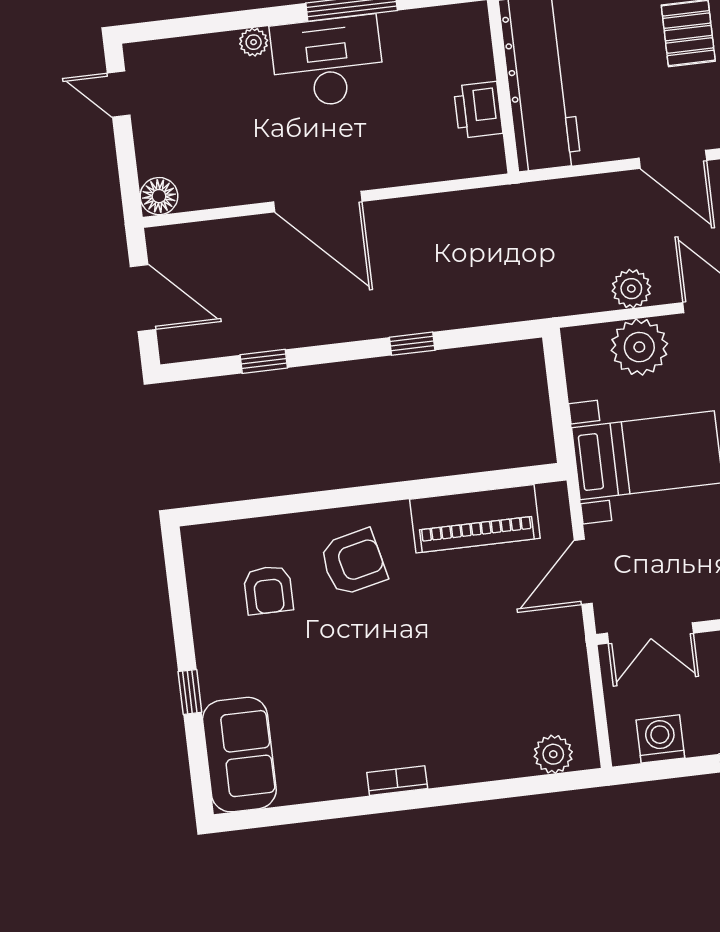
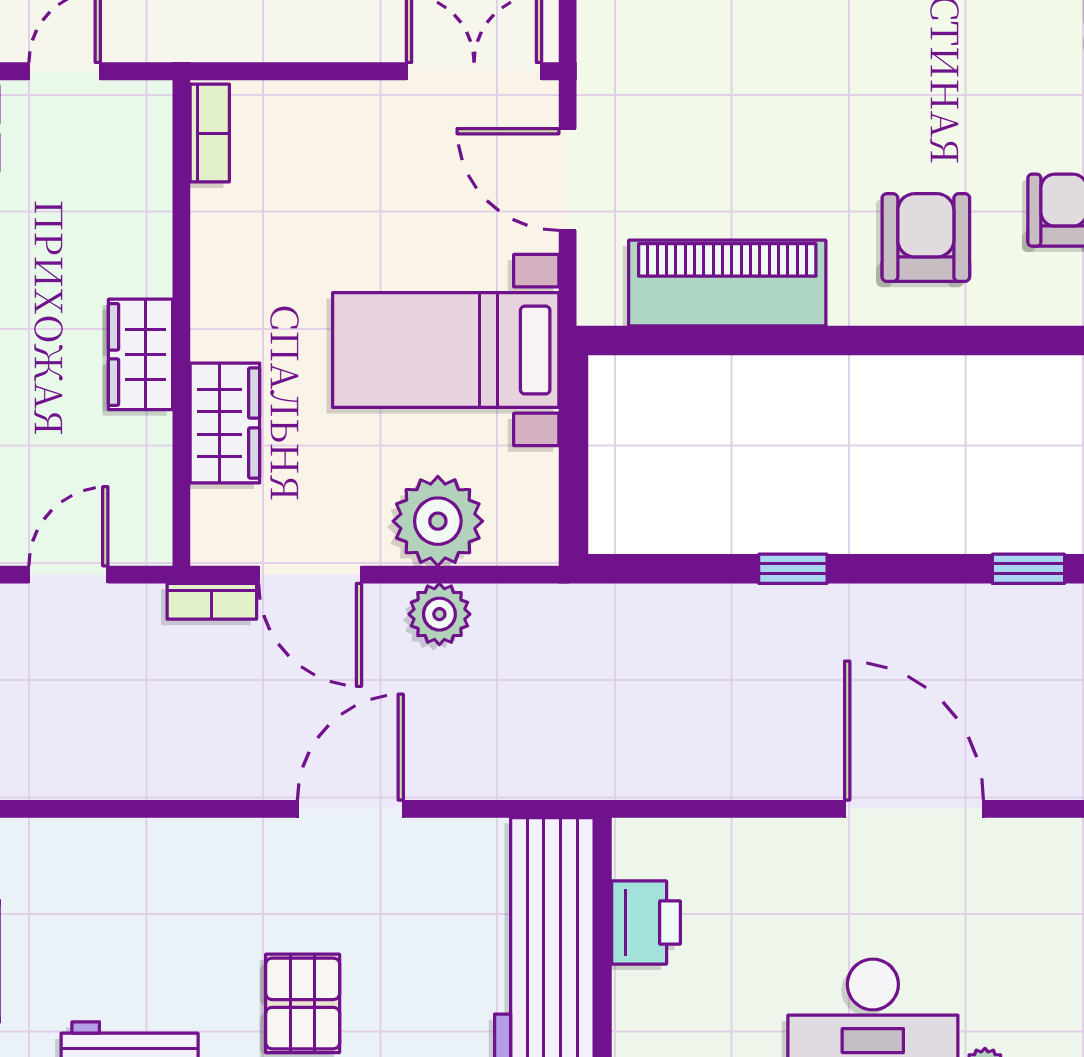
door: (673, 159) -> (350, 809), hinge flipped
armchair: (353, 562) -> (926, 238), turned 103
door: (583, 572) -> (568, 179), swing flipped

